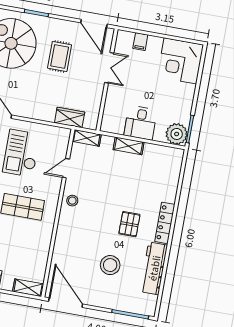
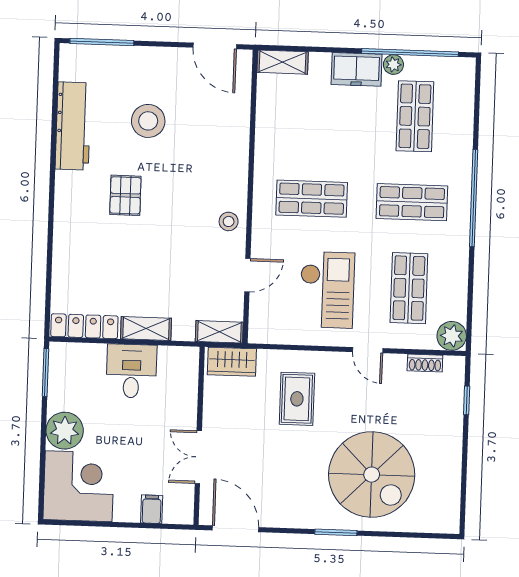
rug: (60, 56) -> (297, 399), moved
wardrobe: (70, 117) -> (232, 362), moved
plant: (177, 134) -> (65, 431), moved
locker: (165, 223) -> (84, 326), moved, turned -90
door: (66, 303) -> (215, 46), width x0.73

